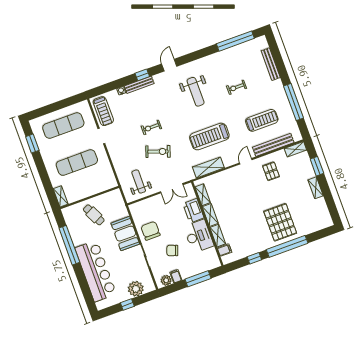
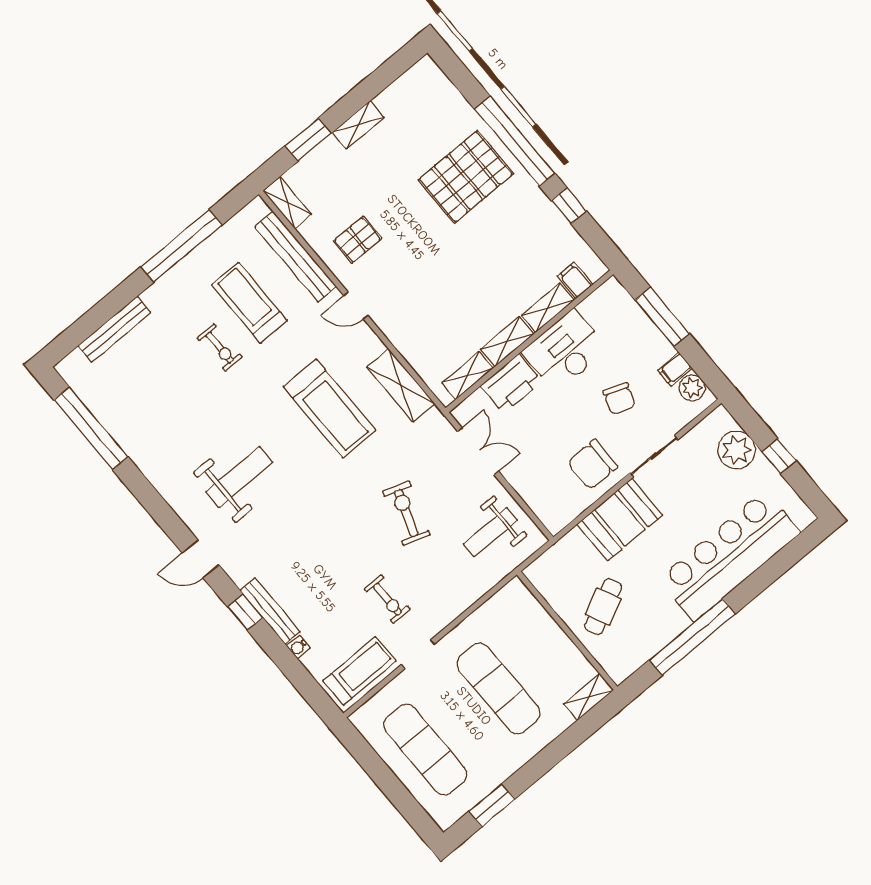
exercise bike: (236, 87) -> (220, 348), moved
exercise bike: (151, 127) -> (387, 599), moved

